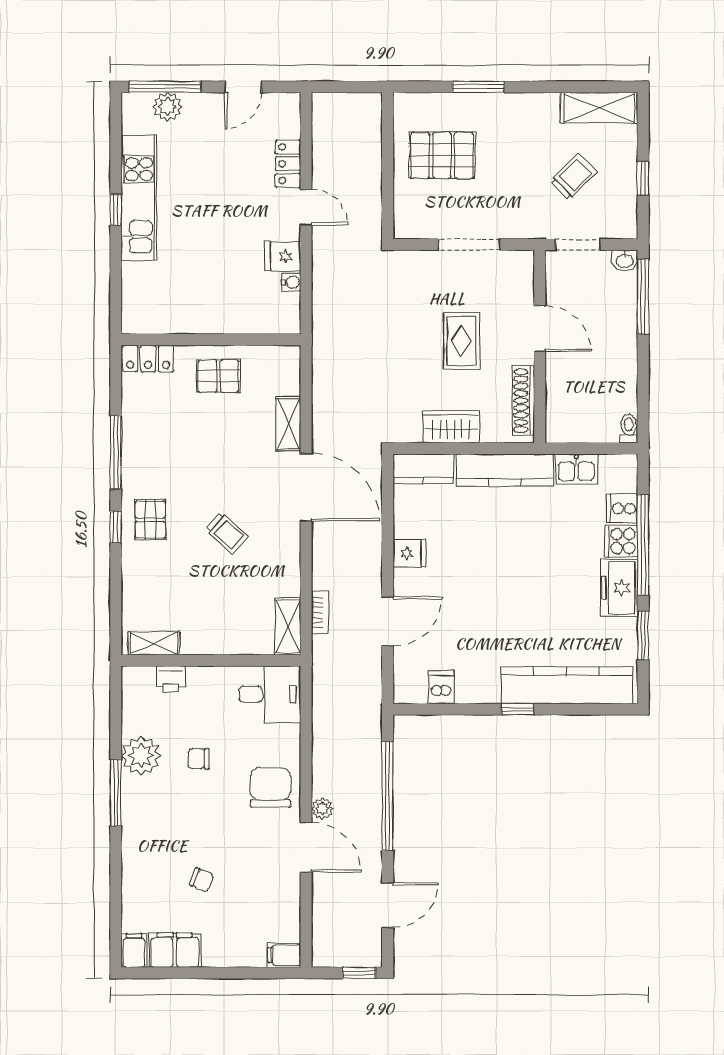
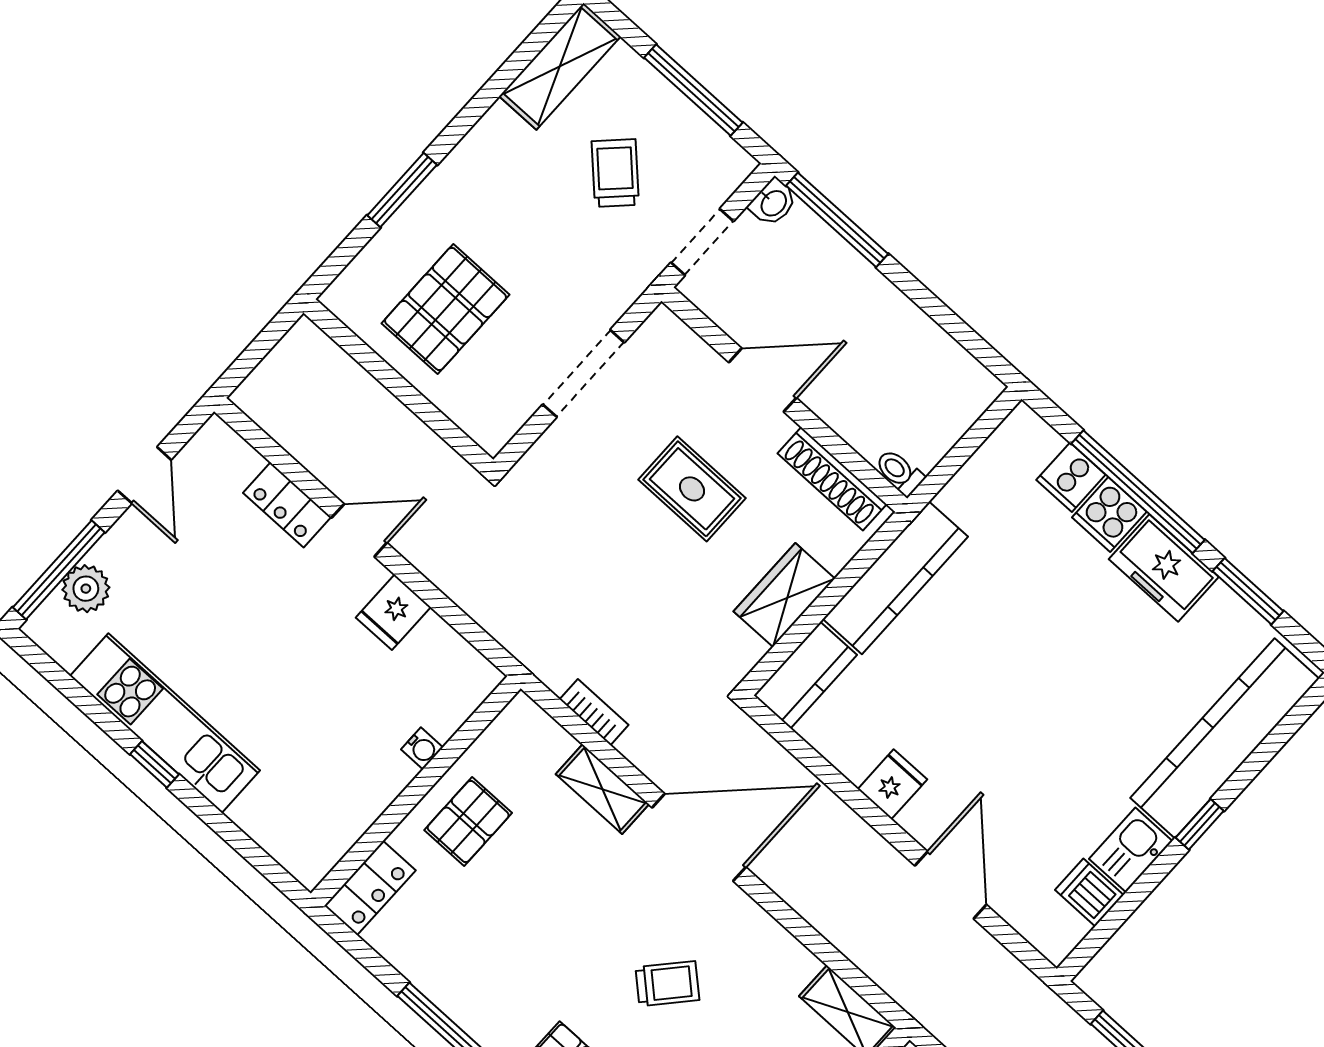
window: (643, 178) -> (693, 90), width x2.17
water cooler: (291, 282) -> (422, 748), moved, turned 90
toilet: (629, 428) -> (899, 472), moved
kitchen sink: (576, 469) -> (1131, 850), moved, turned 180
bookcase: (320, 613) -> (594, 712), moved

